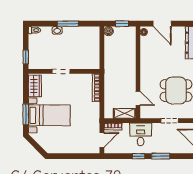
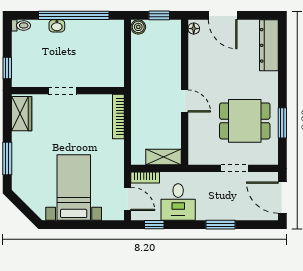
window: (68, 24) -> (74, 15), width x2.11
door: (138, 98) -> (185, 101), moved
bed with nightstands: (49, 115) -> (74, 187), moved, turned -90
desk: (141, 134) -> (178, 202), moved, turned 180
door: (102, 140) -> (128, 199), hinge flipped
window: (139, 156) -> (154, 225), moved

